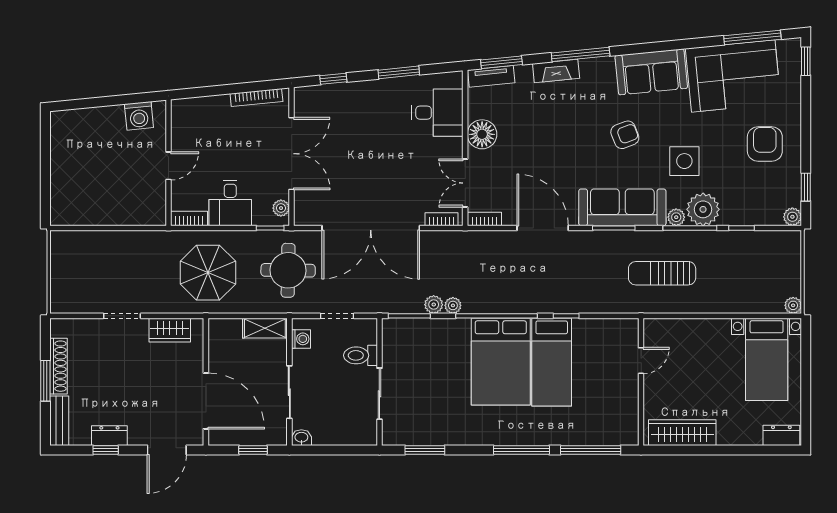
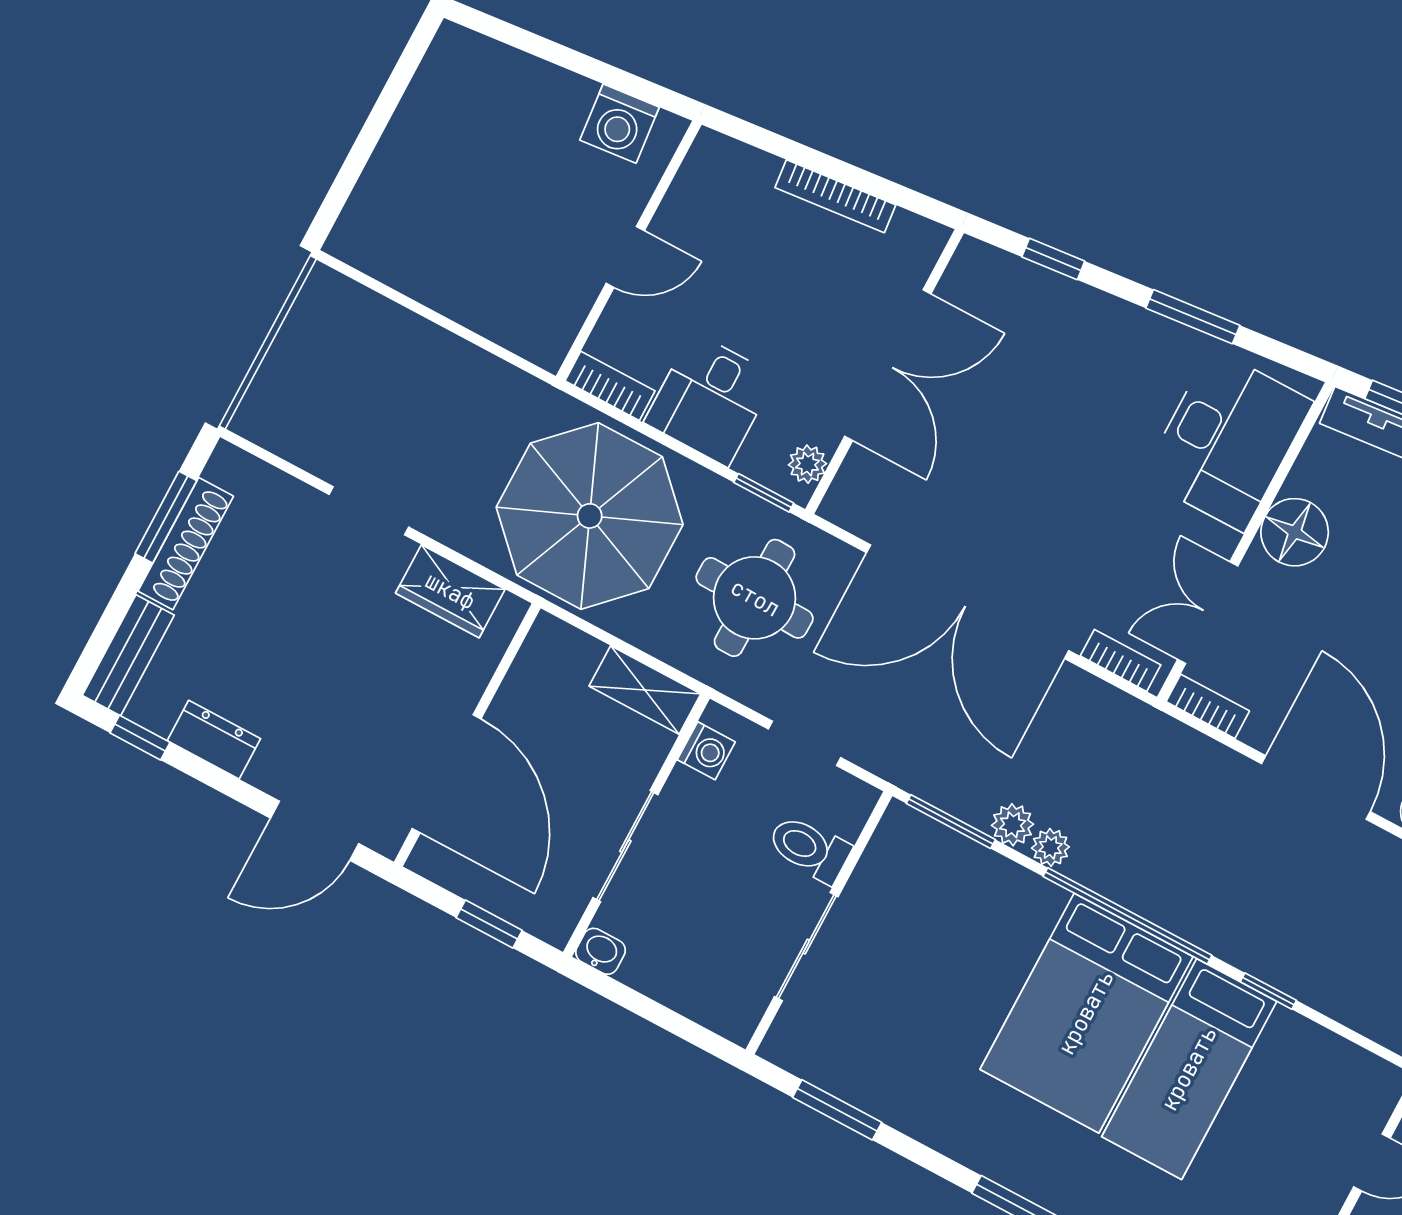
bookcase: (256, 97) -> (835, 196), moved
desk: (437, 113) -> (1228, 440), width x1.37
parasol: (208, 273) -> (590, 516), width x1.36, depth x1.36
window: (45, 381) -> (166, 517), moved
window: (106, 450) -> (140, 738), moved

